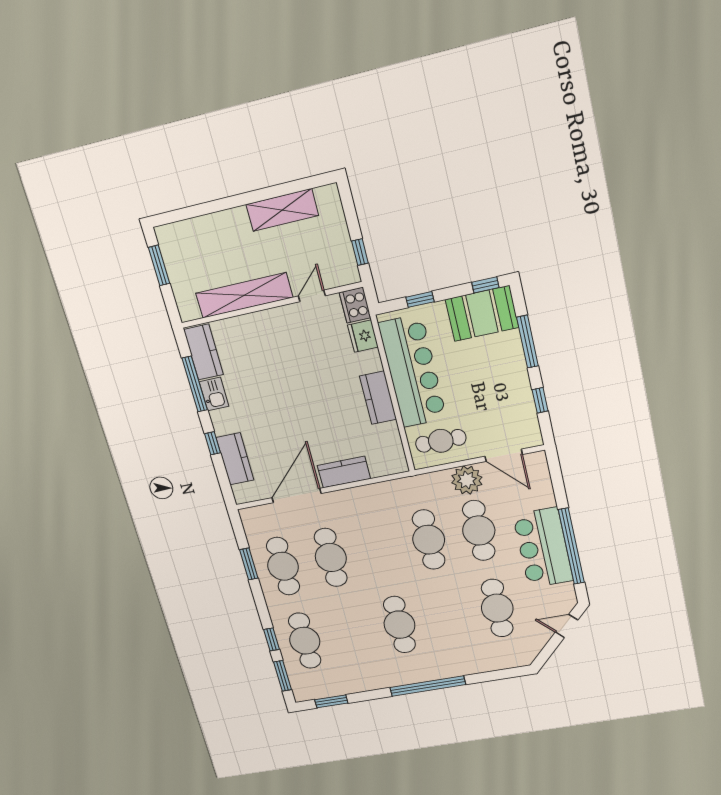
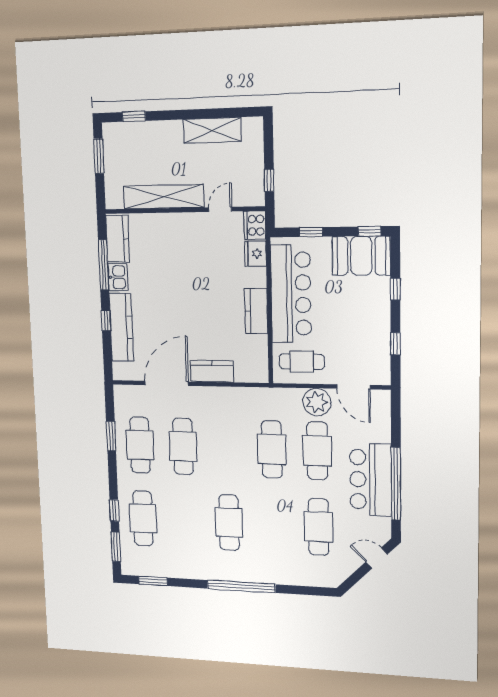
window: (188, 213) -> (134, 117), added
window: (527, 342) -> (395, 289), width x0.46
kitchen counter: (235, 459) -> (121, 327), width x1.50

